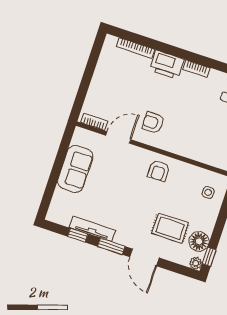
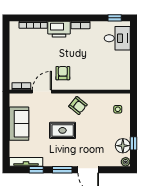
armchair: (153, 123) -> (63, 73), turned 90
armchair: (159, 171) -> (78, 106), turned -51
rug: (170, 228) -> (63, 130), moved
tv unit: (92, 229) -> (26, 162), moved
window: (209, 257) -> (133, 143), moved

